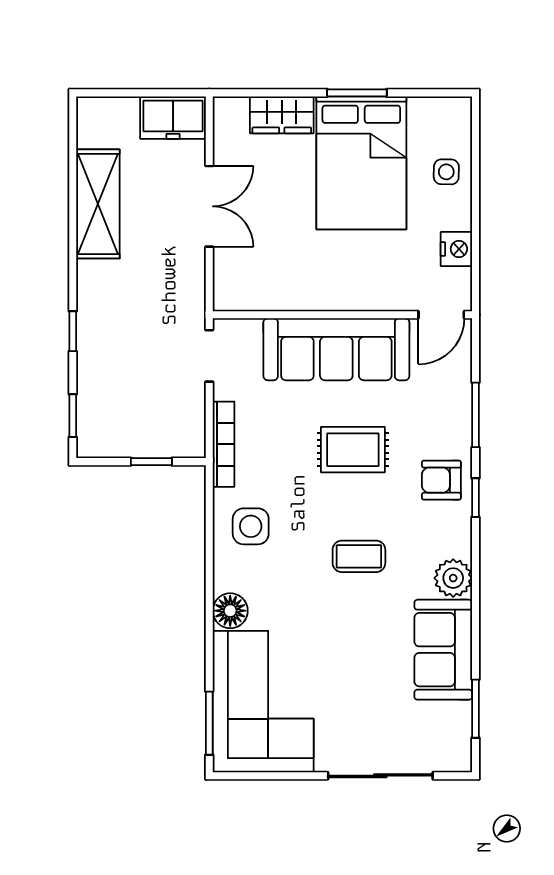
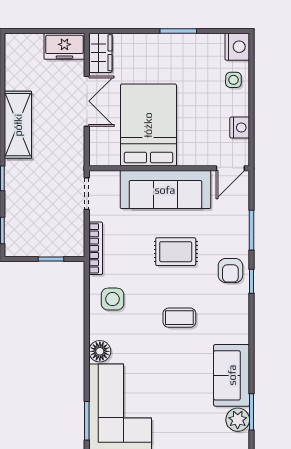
wardrobe: (282, 115) -> (100, 53), moved, turned -90
nightstand: (452, 118) -> (237, 47), added
bed: (361, 163) -> (148, 125), moved, turned 180
shelving: (98, 204) -> (18, 125), moved
armchair: (441, 480) -> (230, 271), turned -90
plant: (453, 578) -> (238, 420), moved

